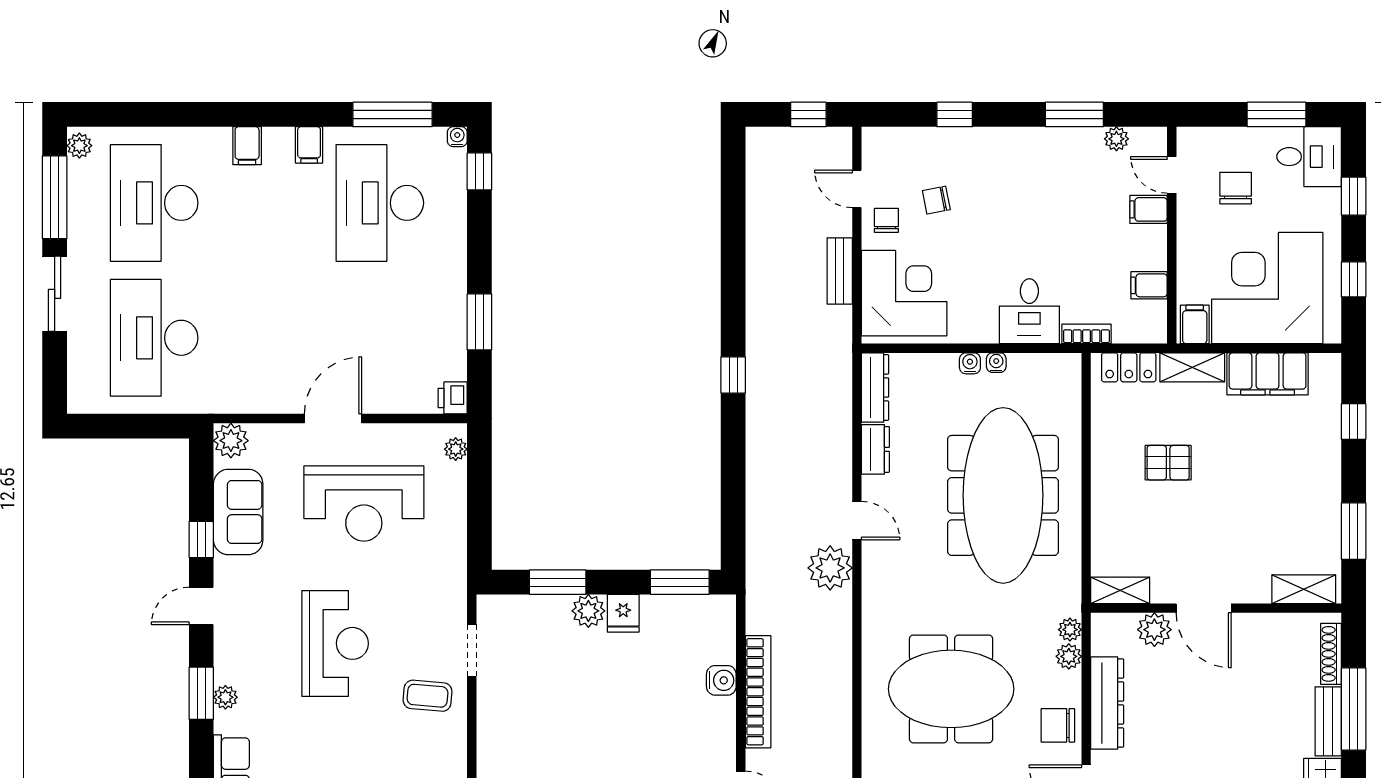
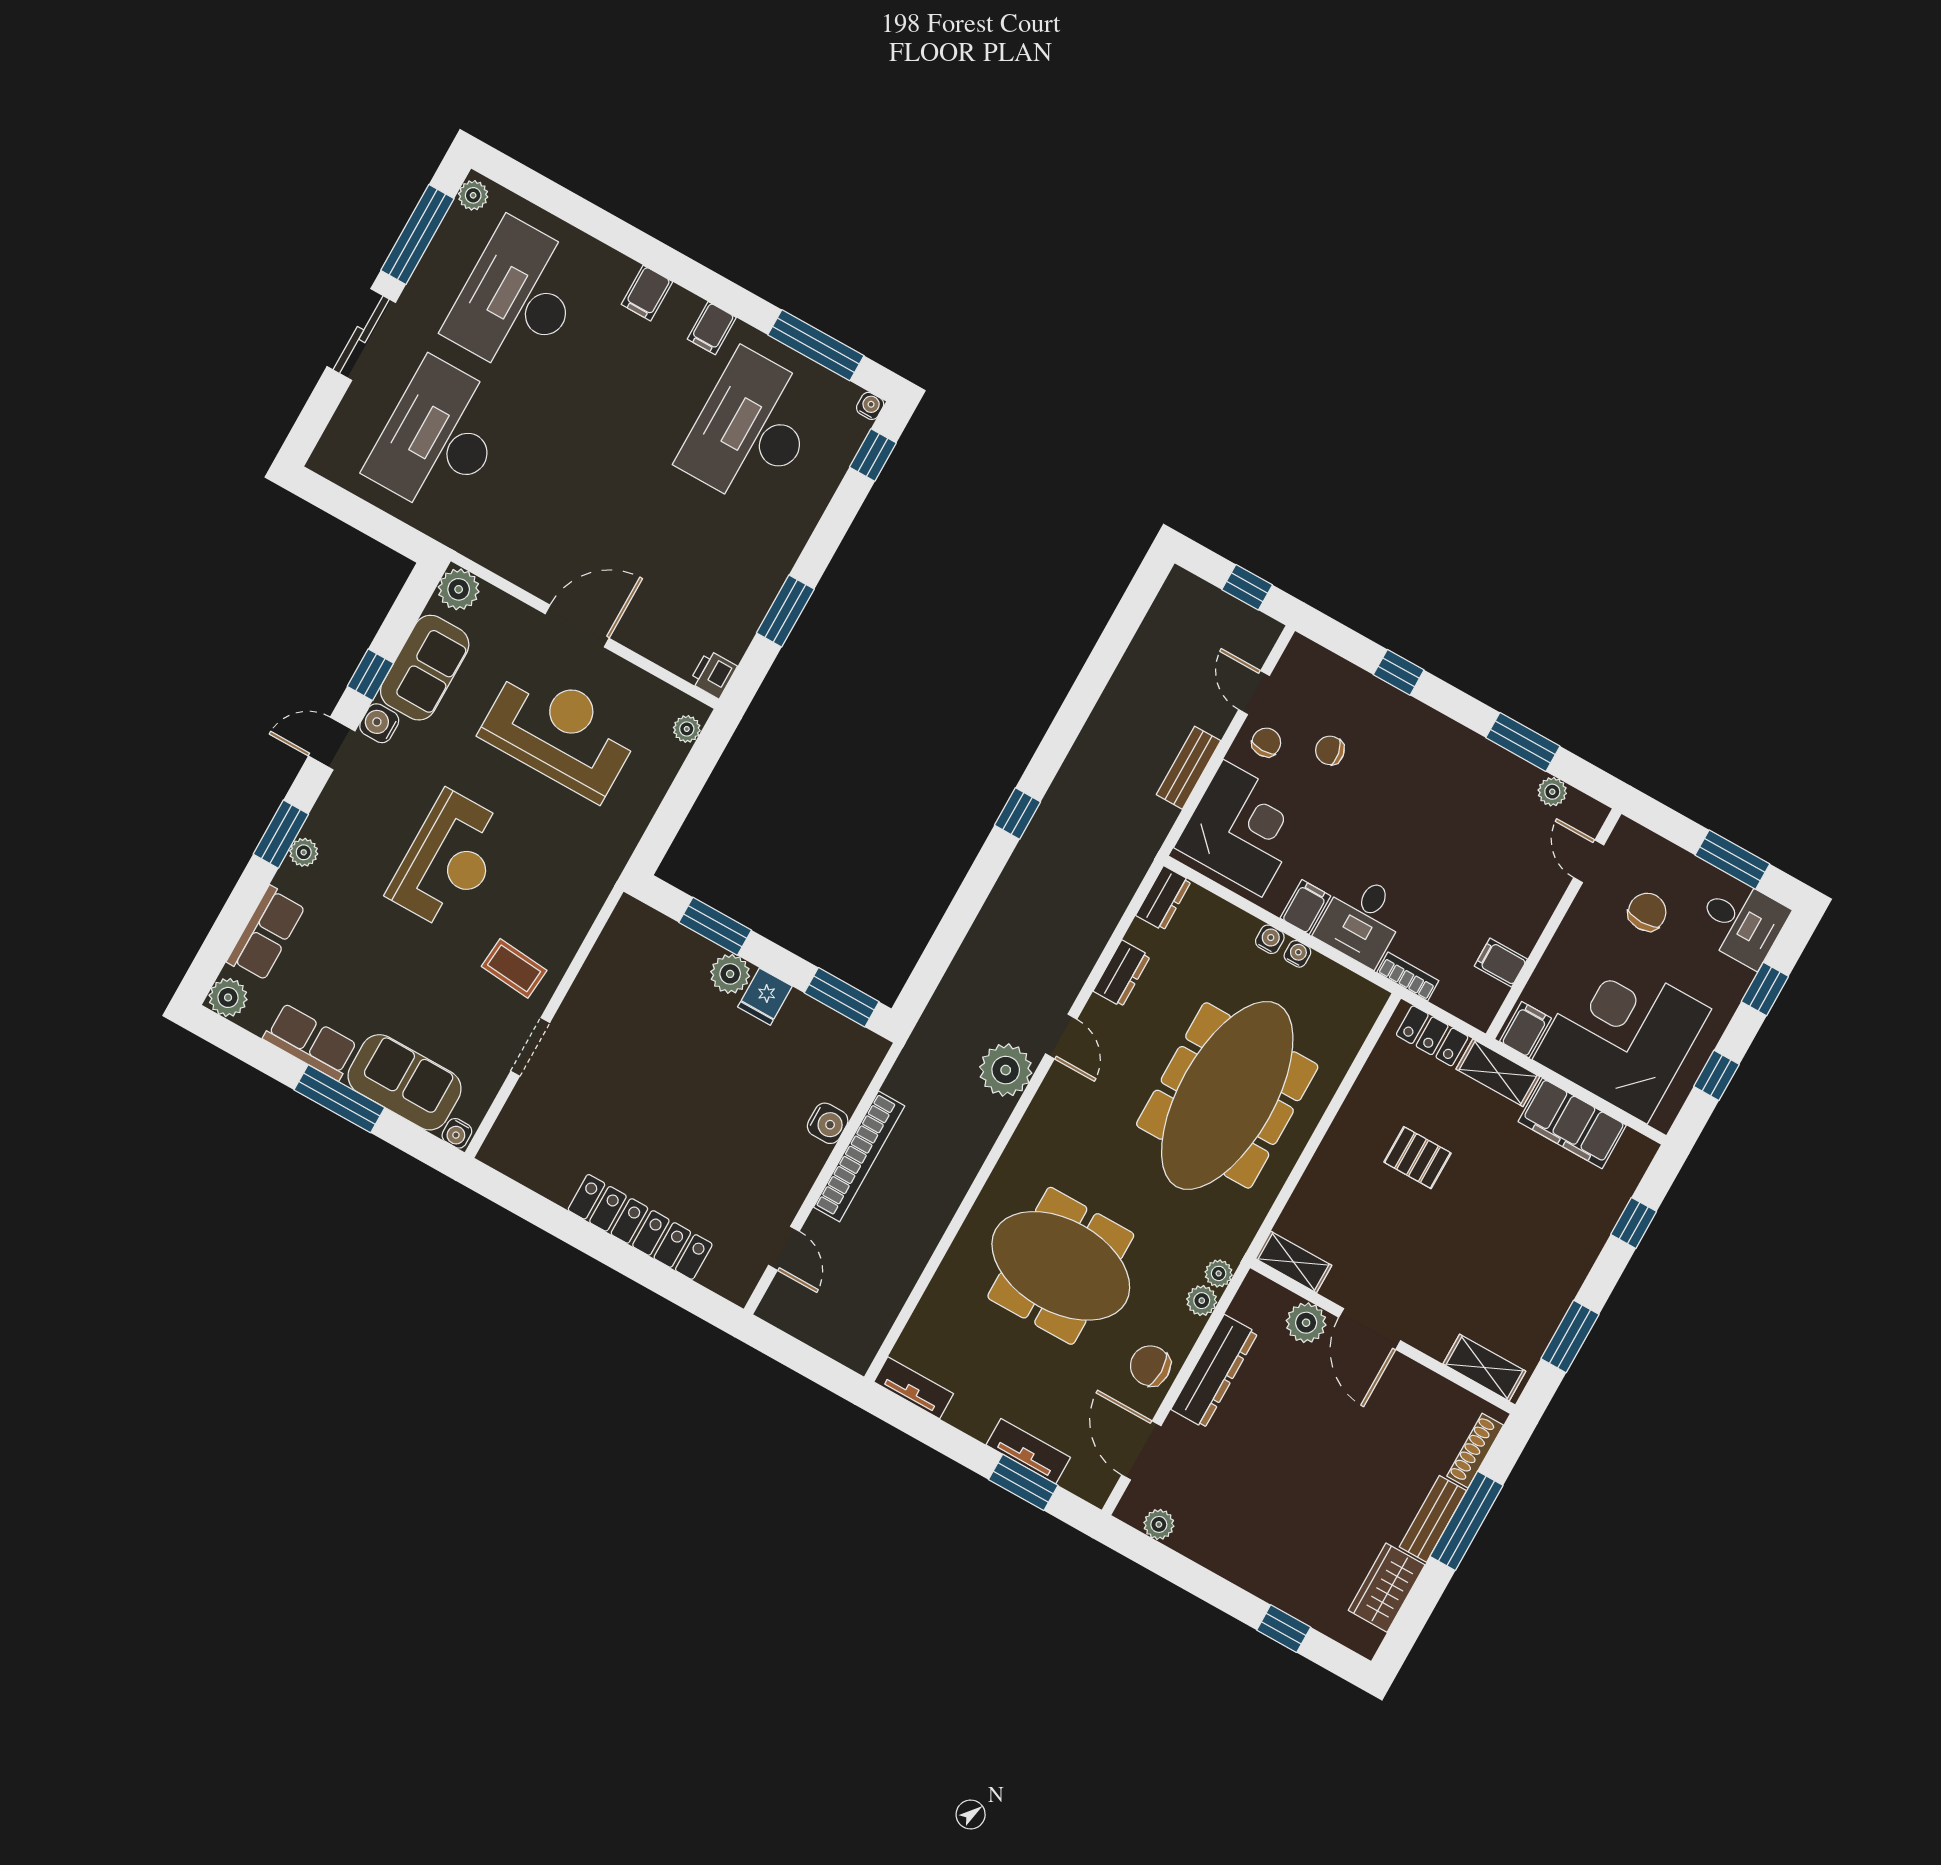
filing cabinet: (1148, 209) -> (1305, 907), moved, turned 90
dresser: (875, 387) -> (1163, 898), width x0.70
reception desk: (364, 503) -> (560, 732), turned 180
water cooler: (228, 571) -> (379, 723), added
doorway: (472, 650) -> (530, 1047), moved

